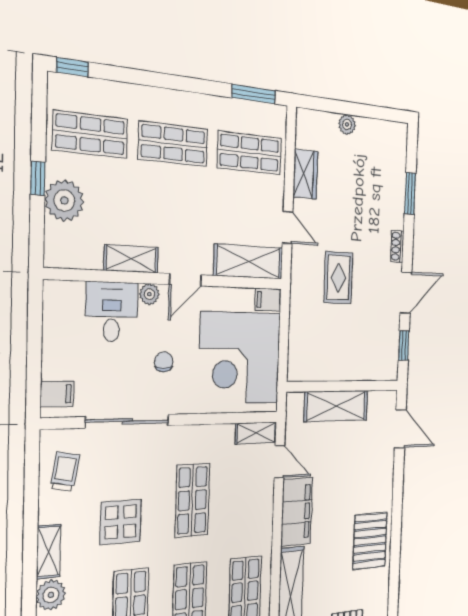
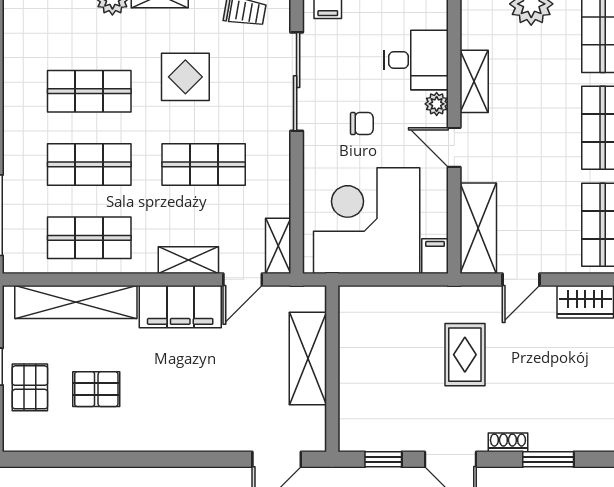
window: (410, 193) -> (548, 459), moved
rug: (338, 278) -> (465, 355), turned 90
shelving: (264, 508) -> (188, 260), added
pallet: (370, 541) -> (96, 389), moved, width x0.67, depth x0.71

